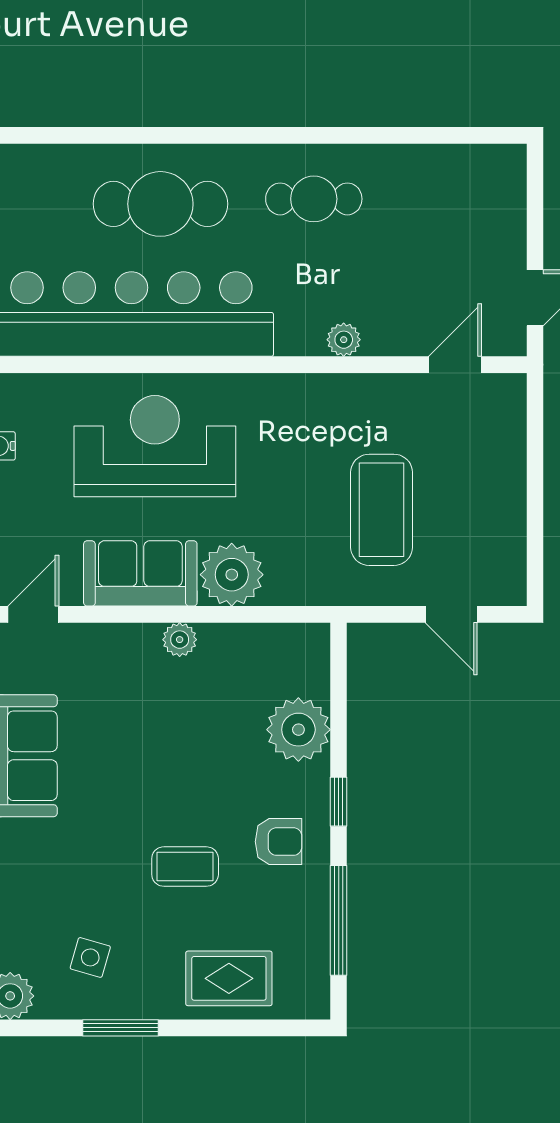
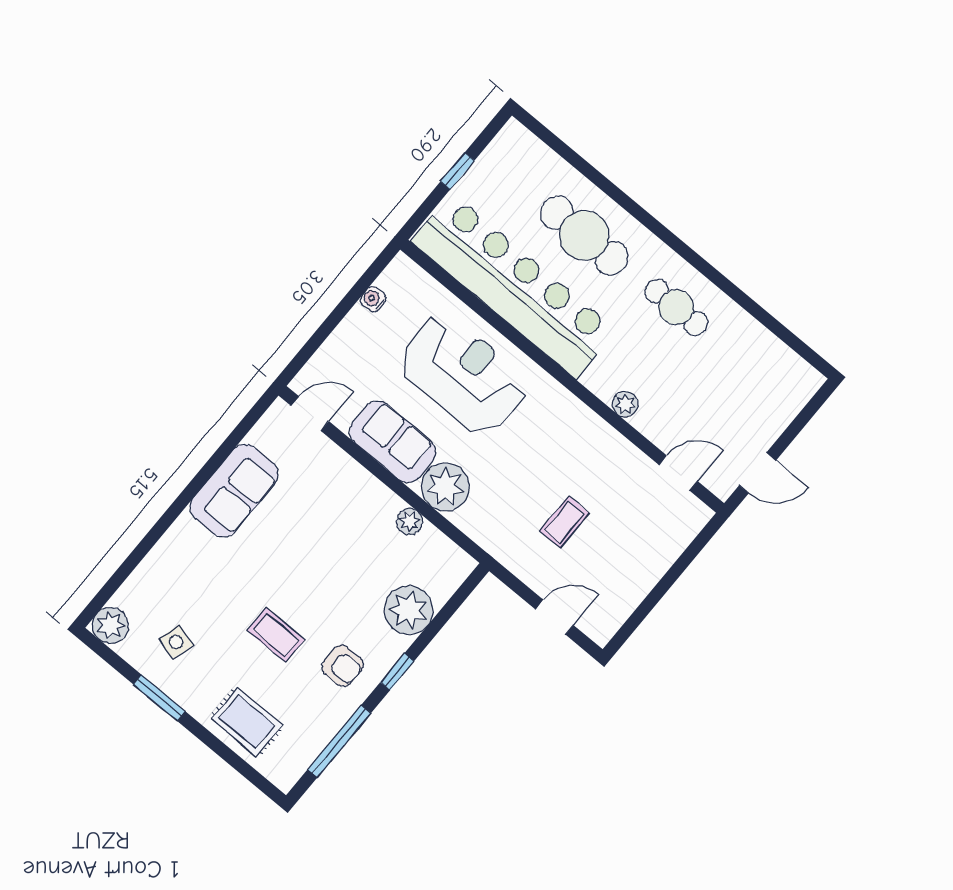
coffee table: (382, 510) -> (564, 522), width x0.54, depth x0.58
door: (451, 614) -> (554, 617), swing flipped
plant: (180, 640) -> (410, 522), moved

